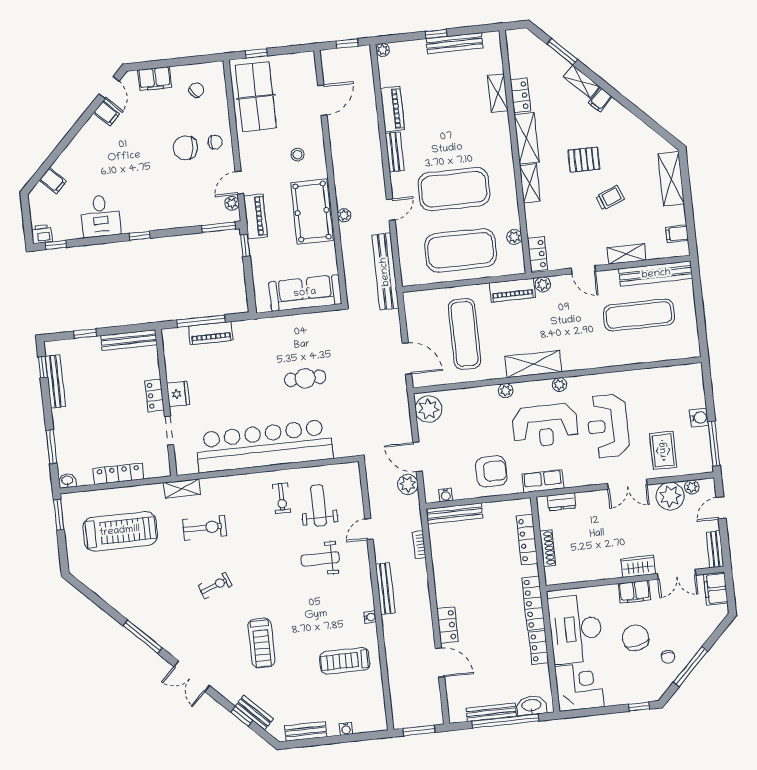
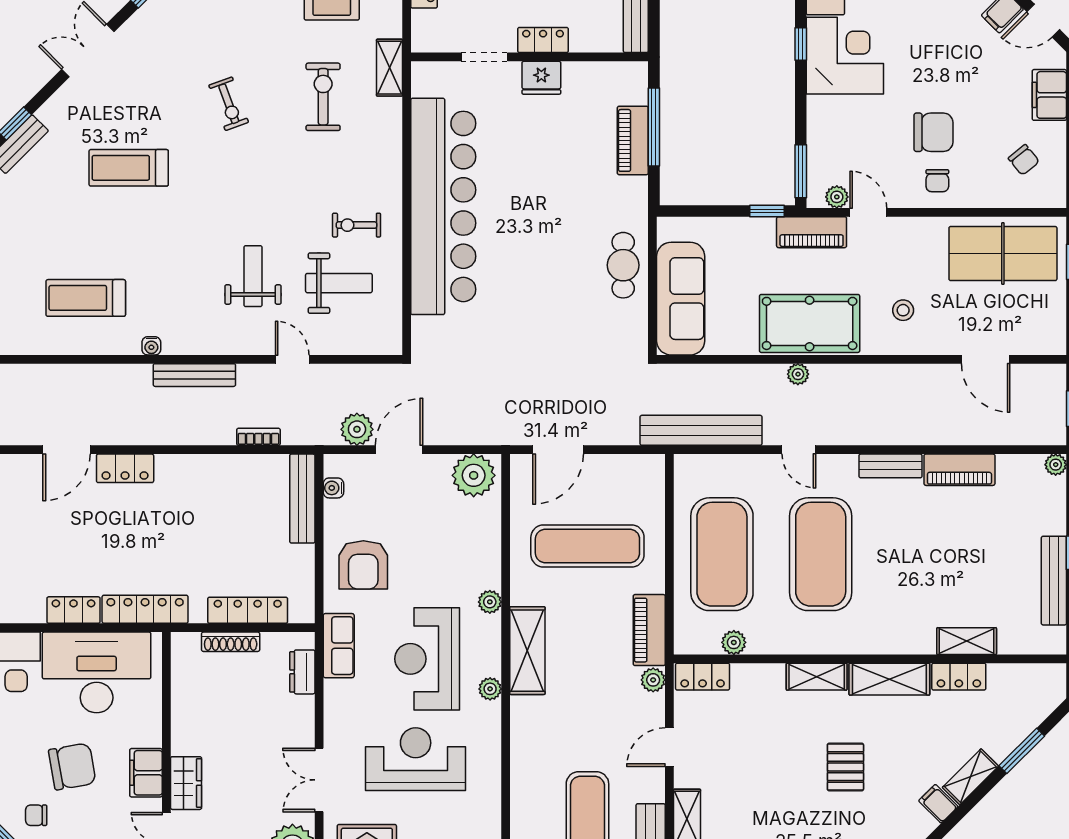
chair: (185, 148) -> (933, 132), turned 81
trolley: (610, 198) -> (780, 802), removed
corner desk: (144, 208) -> (845, 56), added
cafe table: (305, 378) -> (623, 265), moved
exercise bike: (204, 528) -> (323, 97), turned 180
treadmill: (345, 661) -> (86, 298), turned -90

